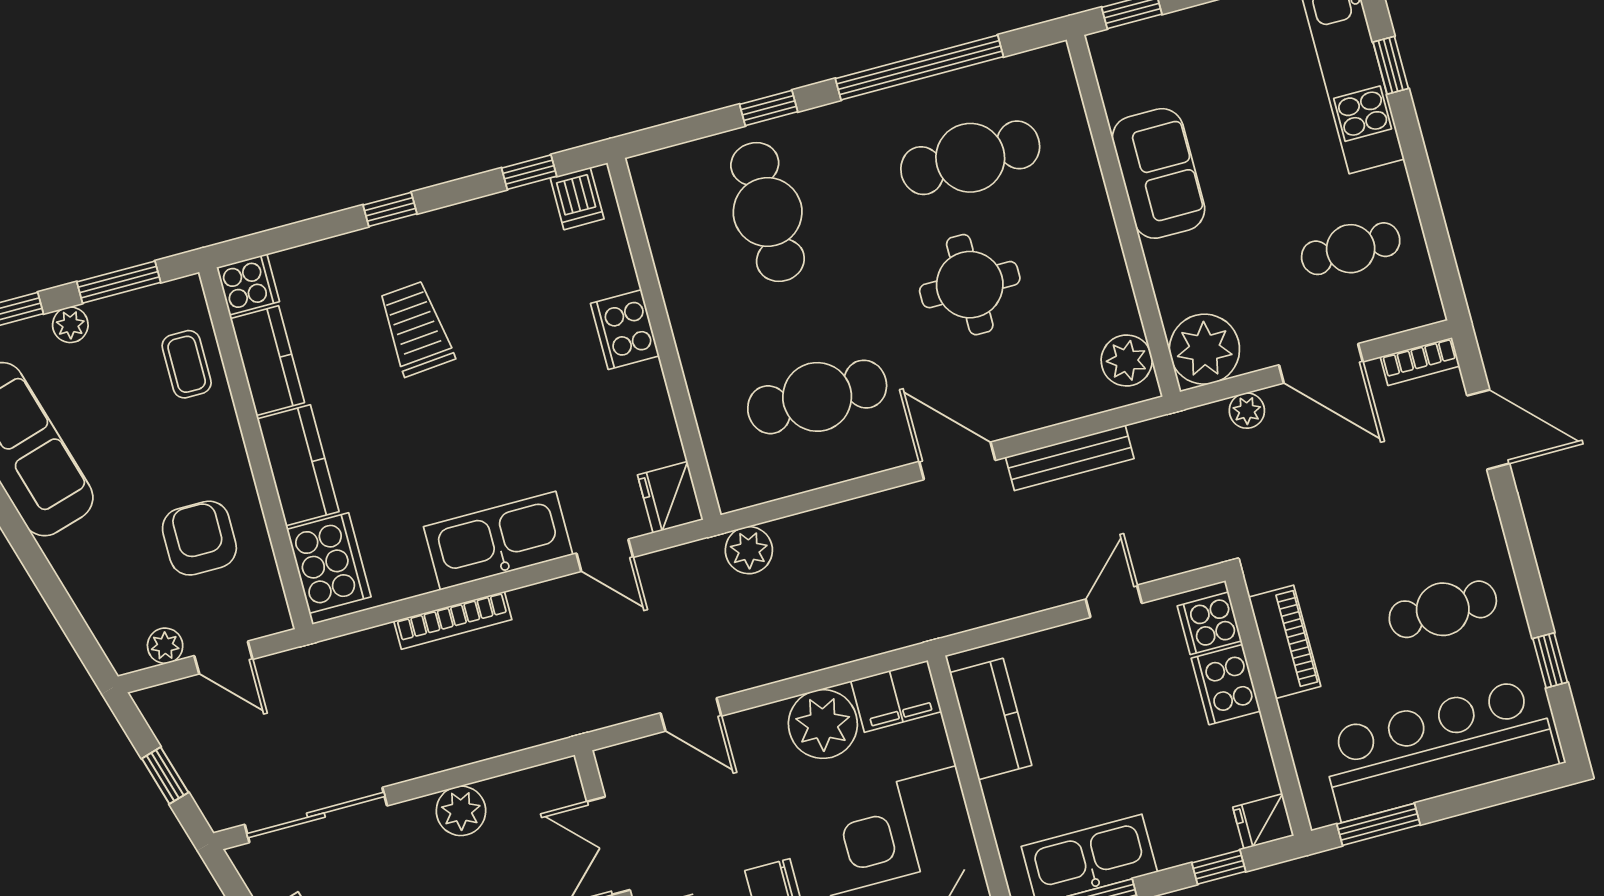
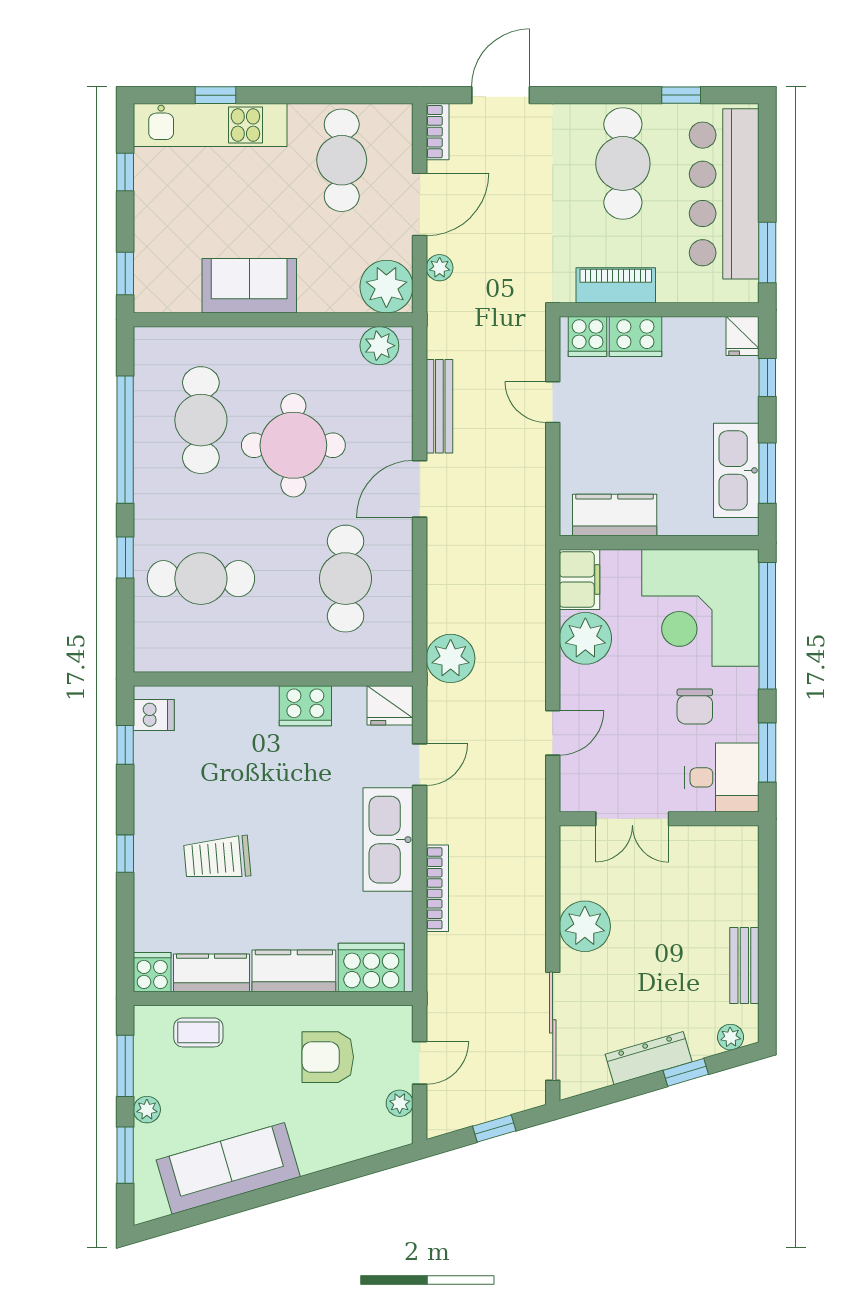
cafe table: (1351, 249) -> (342, 160), width x1.37, depth x1.35
round table: (970, 285) -> (293, 445), width x1.36, depth x1.36
cooker: (625, 330) -> (305, 706), moved
plant: (749, 550) -> (451, 658), width x1.36, depth x1.36
cafe table: (1443, 609) -> (623, 163), width x1.37, depth x1.35
plant: (461, 811) -> (585, 926), width x1.36, depth x1.36

